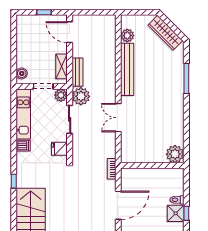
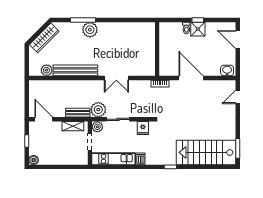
door: (70, 32) -> (44, 119), swing flipped
boiler: (22, 73) -> (34, 160), moved
plant: (175, 154) -> (90, 30), moved

